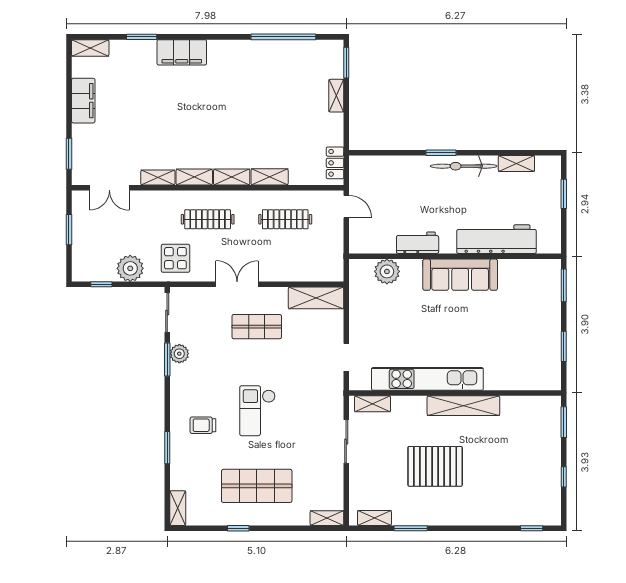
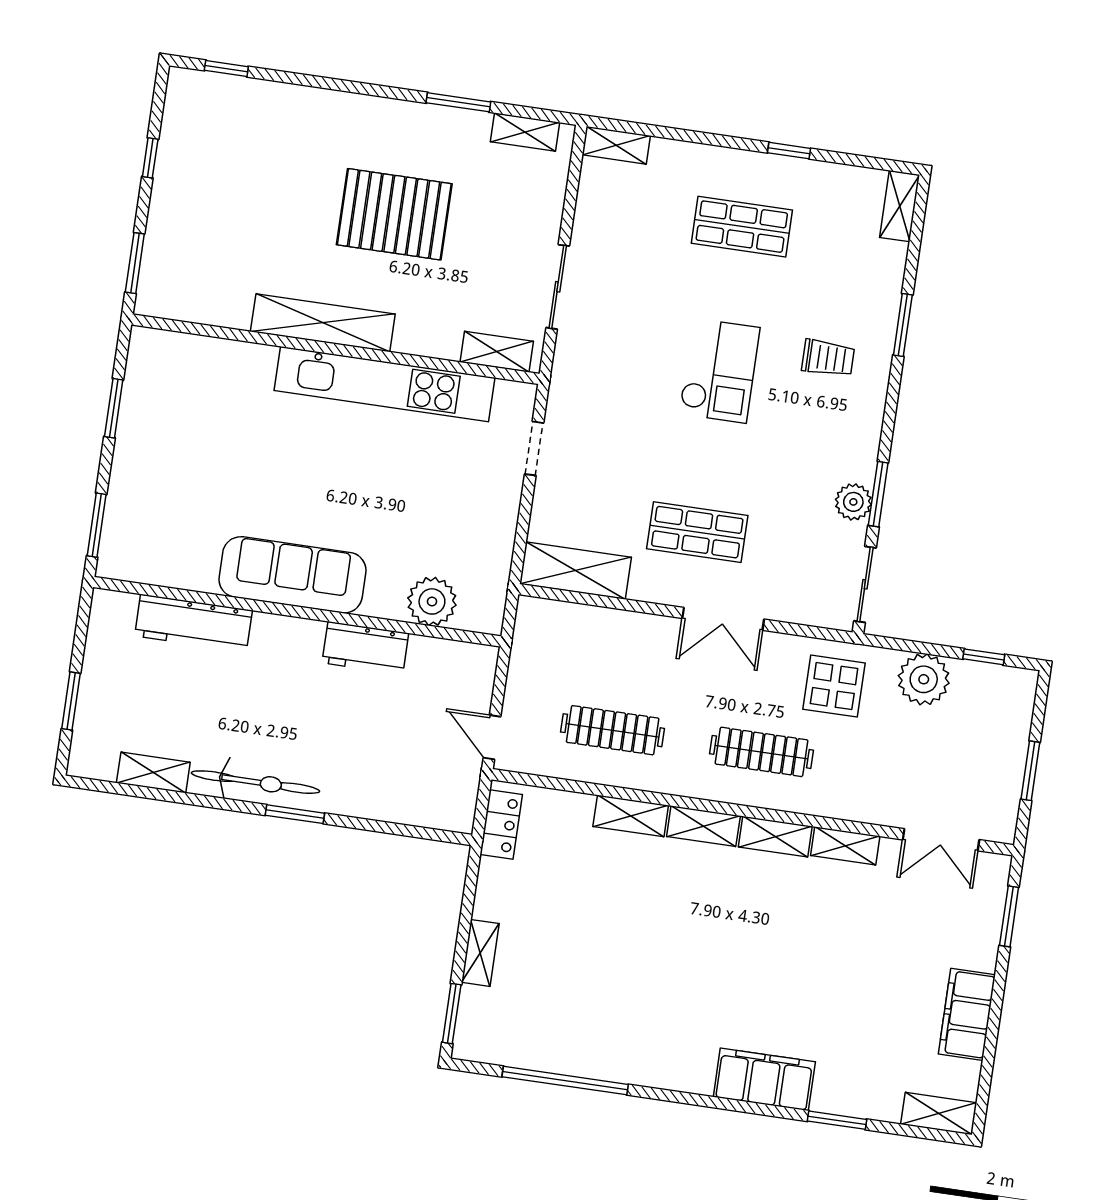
double door: (109, 188) -> (941, 840), swing flipped
workbench: (497, 239) -> (193, 623), width x0.73, depth x0.76
shop shelf: (257, 486) -> (742, 227), width x0.70, depth x0.74

